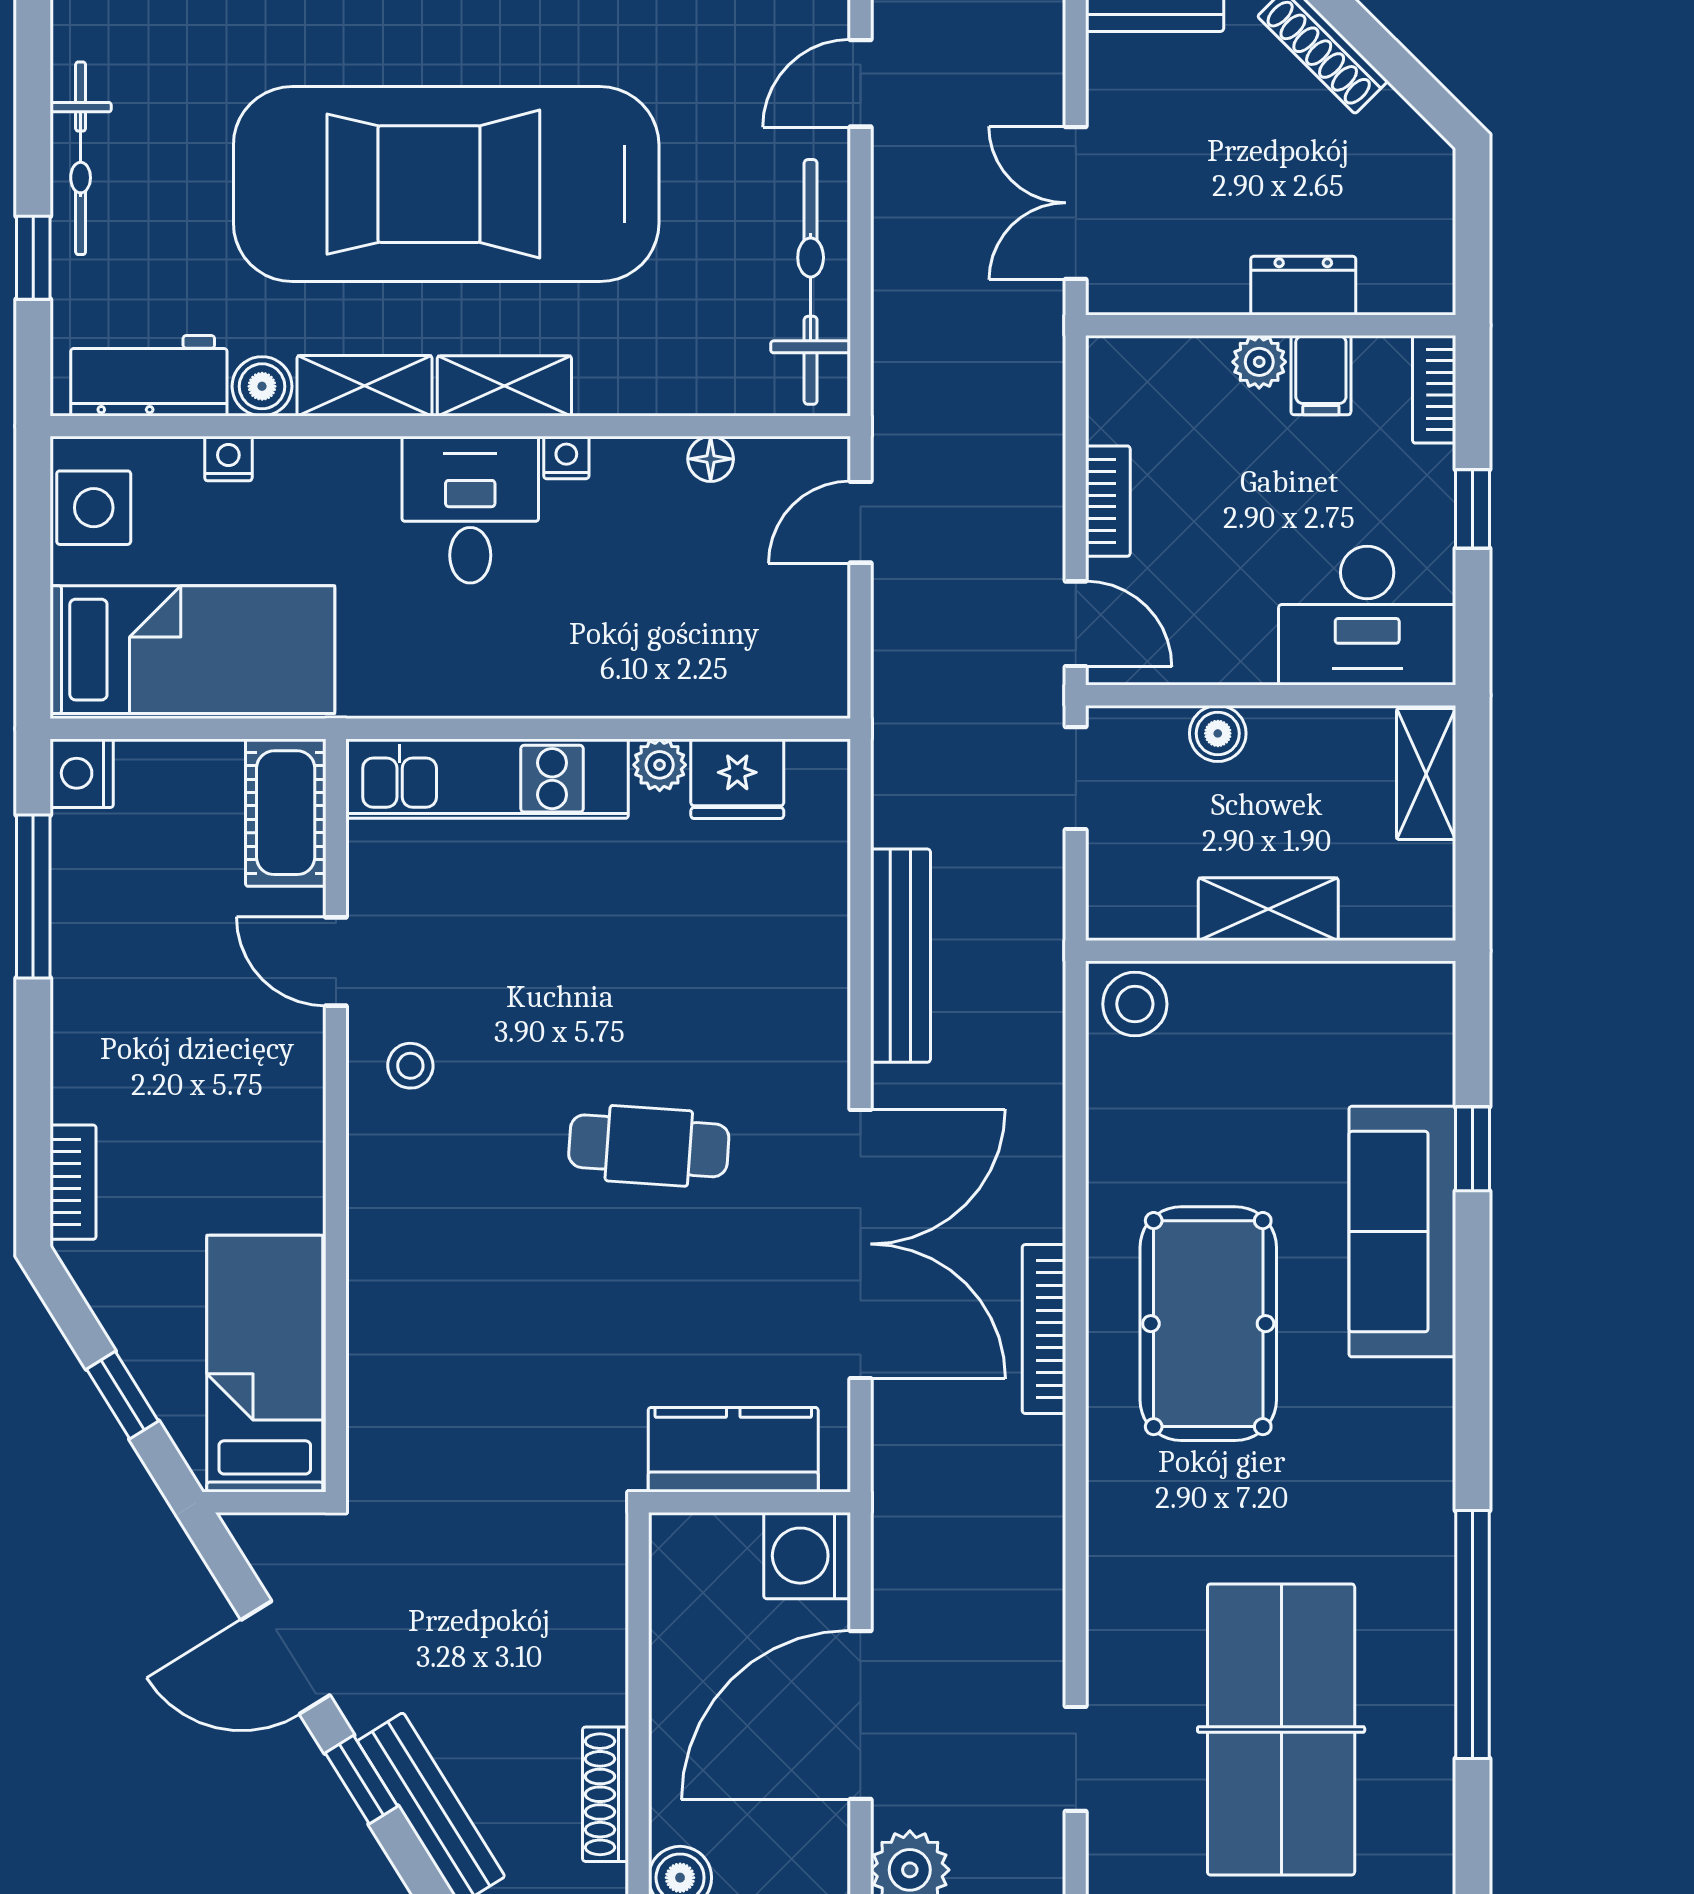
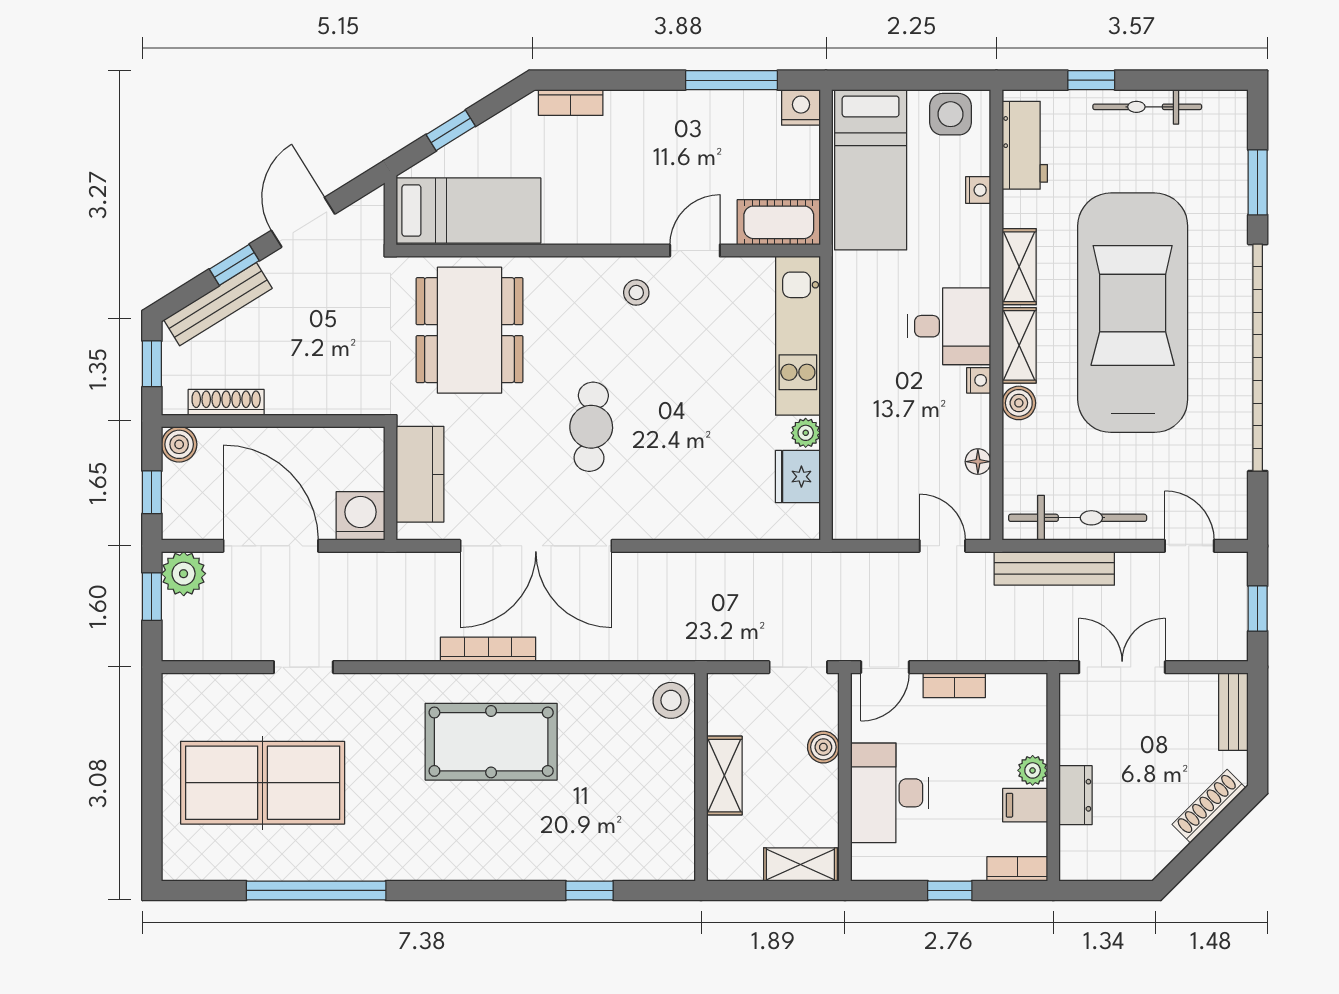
boiler: (262, 386) -> (1019, 403), moved
desk: (1367, 616) -> (890, 793), moved
bench: (900, 956) -> (1054, 568), moved
sofa: (1402, 1232) -> (543, 851), removed
dining table: (477, 1362) -> (469, 330), added
doorway: (1076, 1759) -> (303, 667), moved

